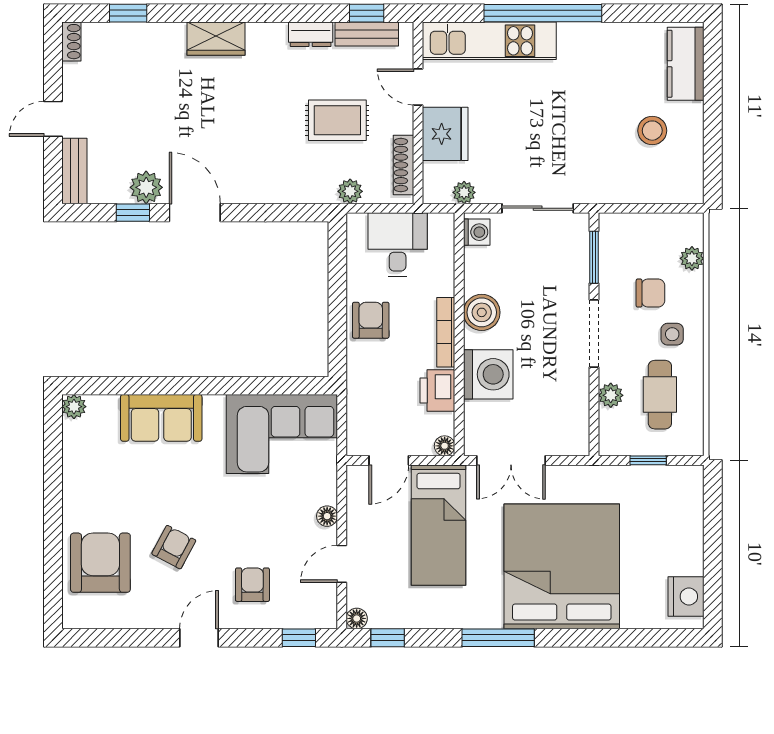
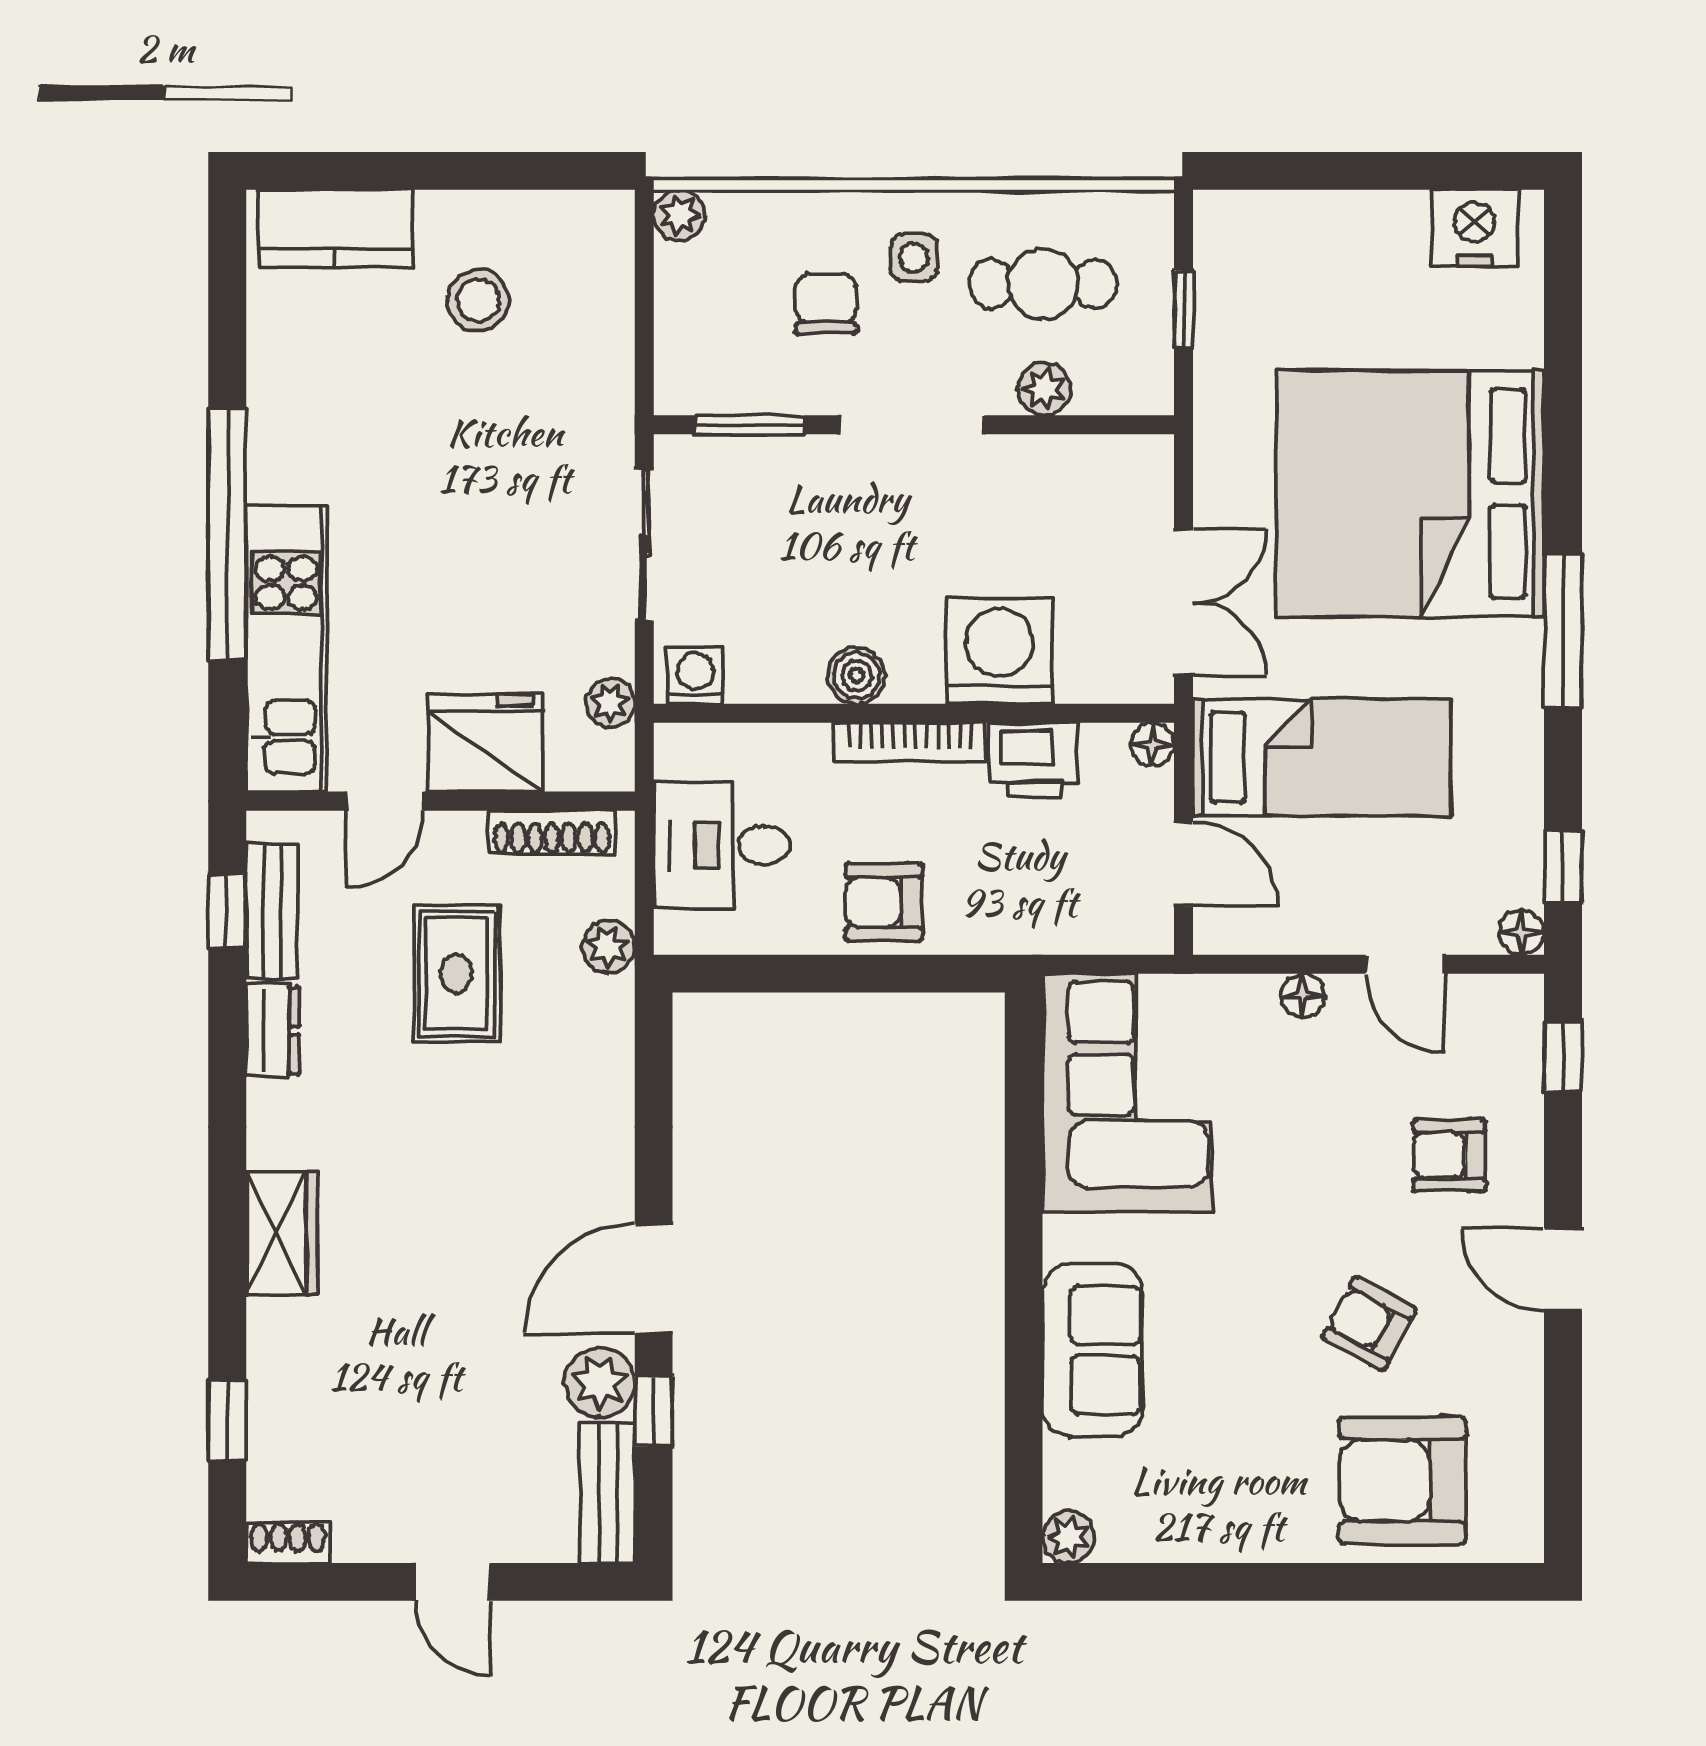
bench: (74, 171) -> (608, 1493), moved, turned 90
plant: (692, 258) -> (679, 215), moved
boiler: (482, 312) -> (857, 675), width x0.73, depth x0.73

